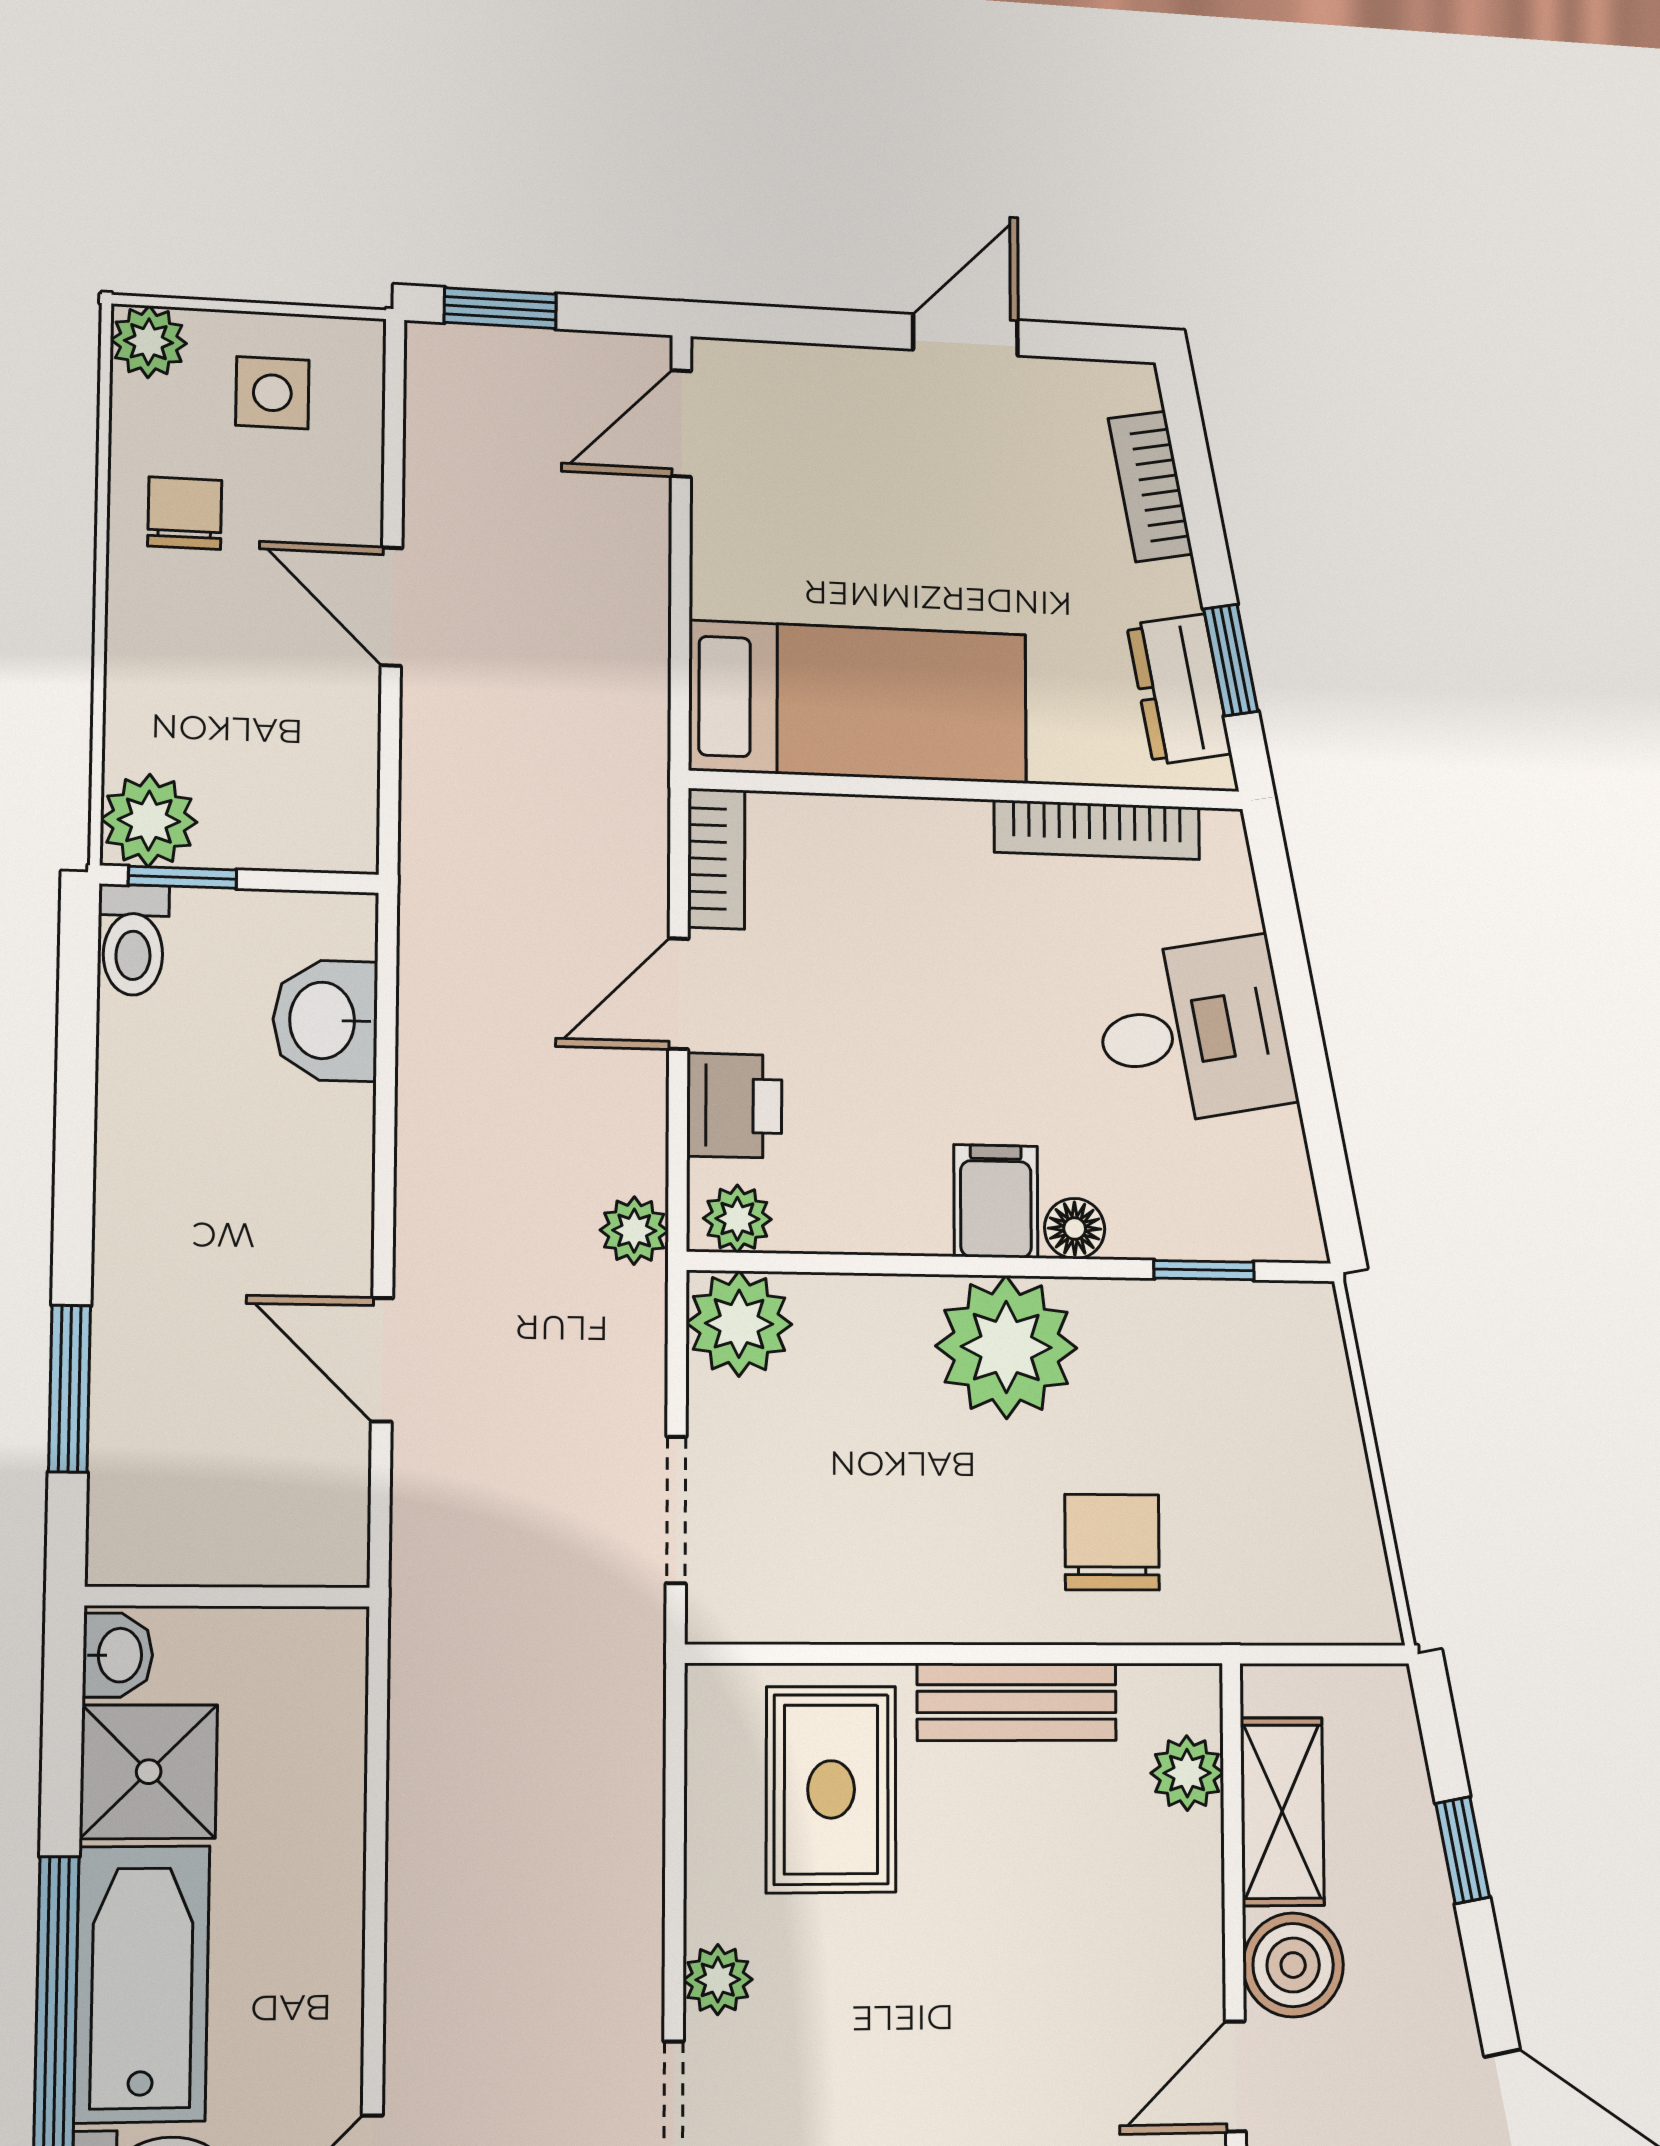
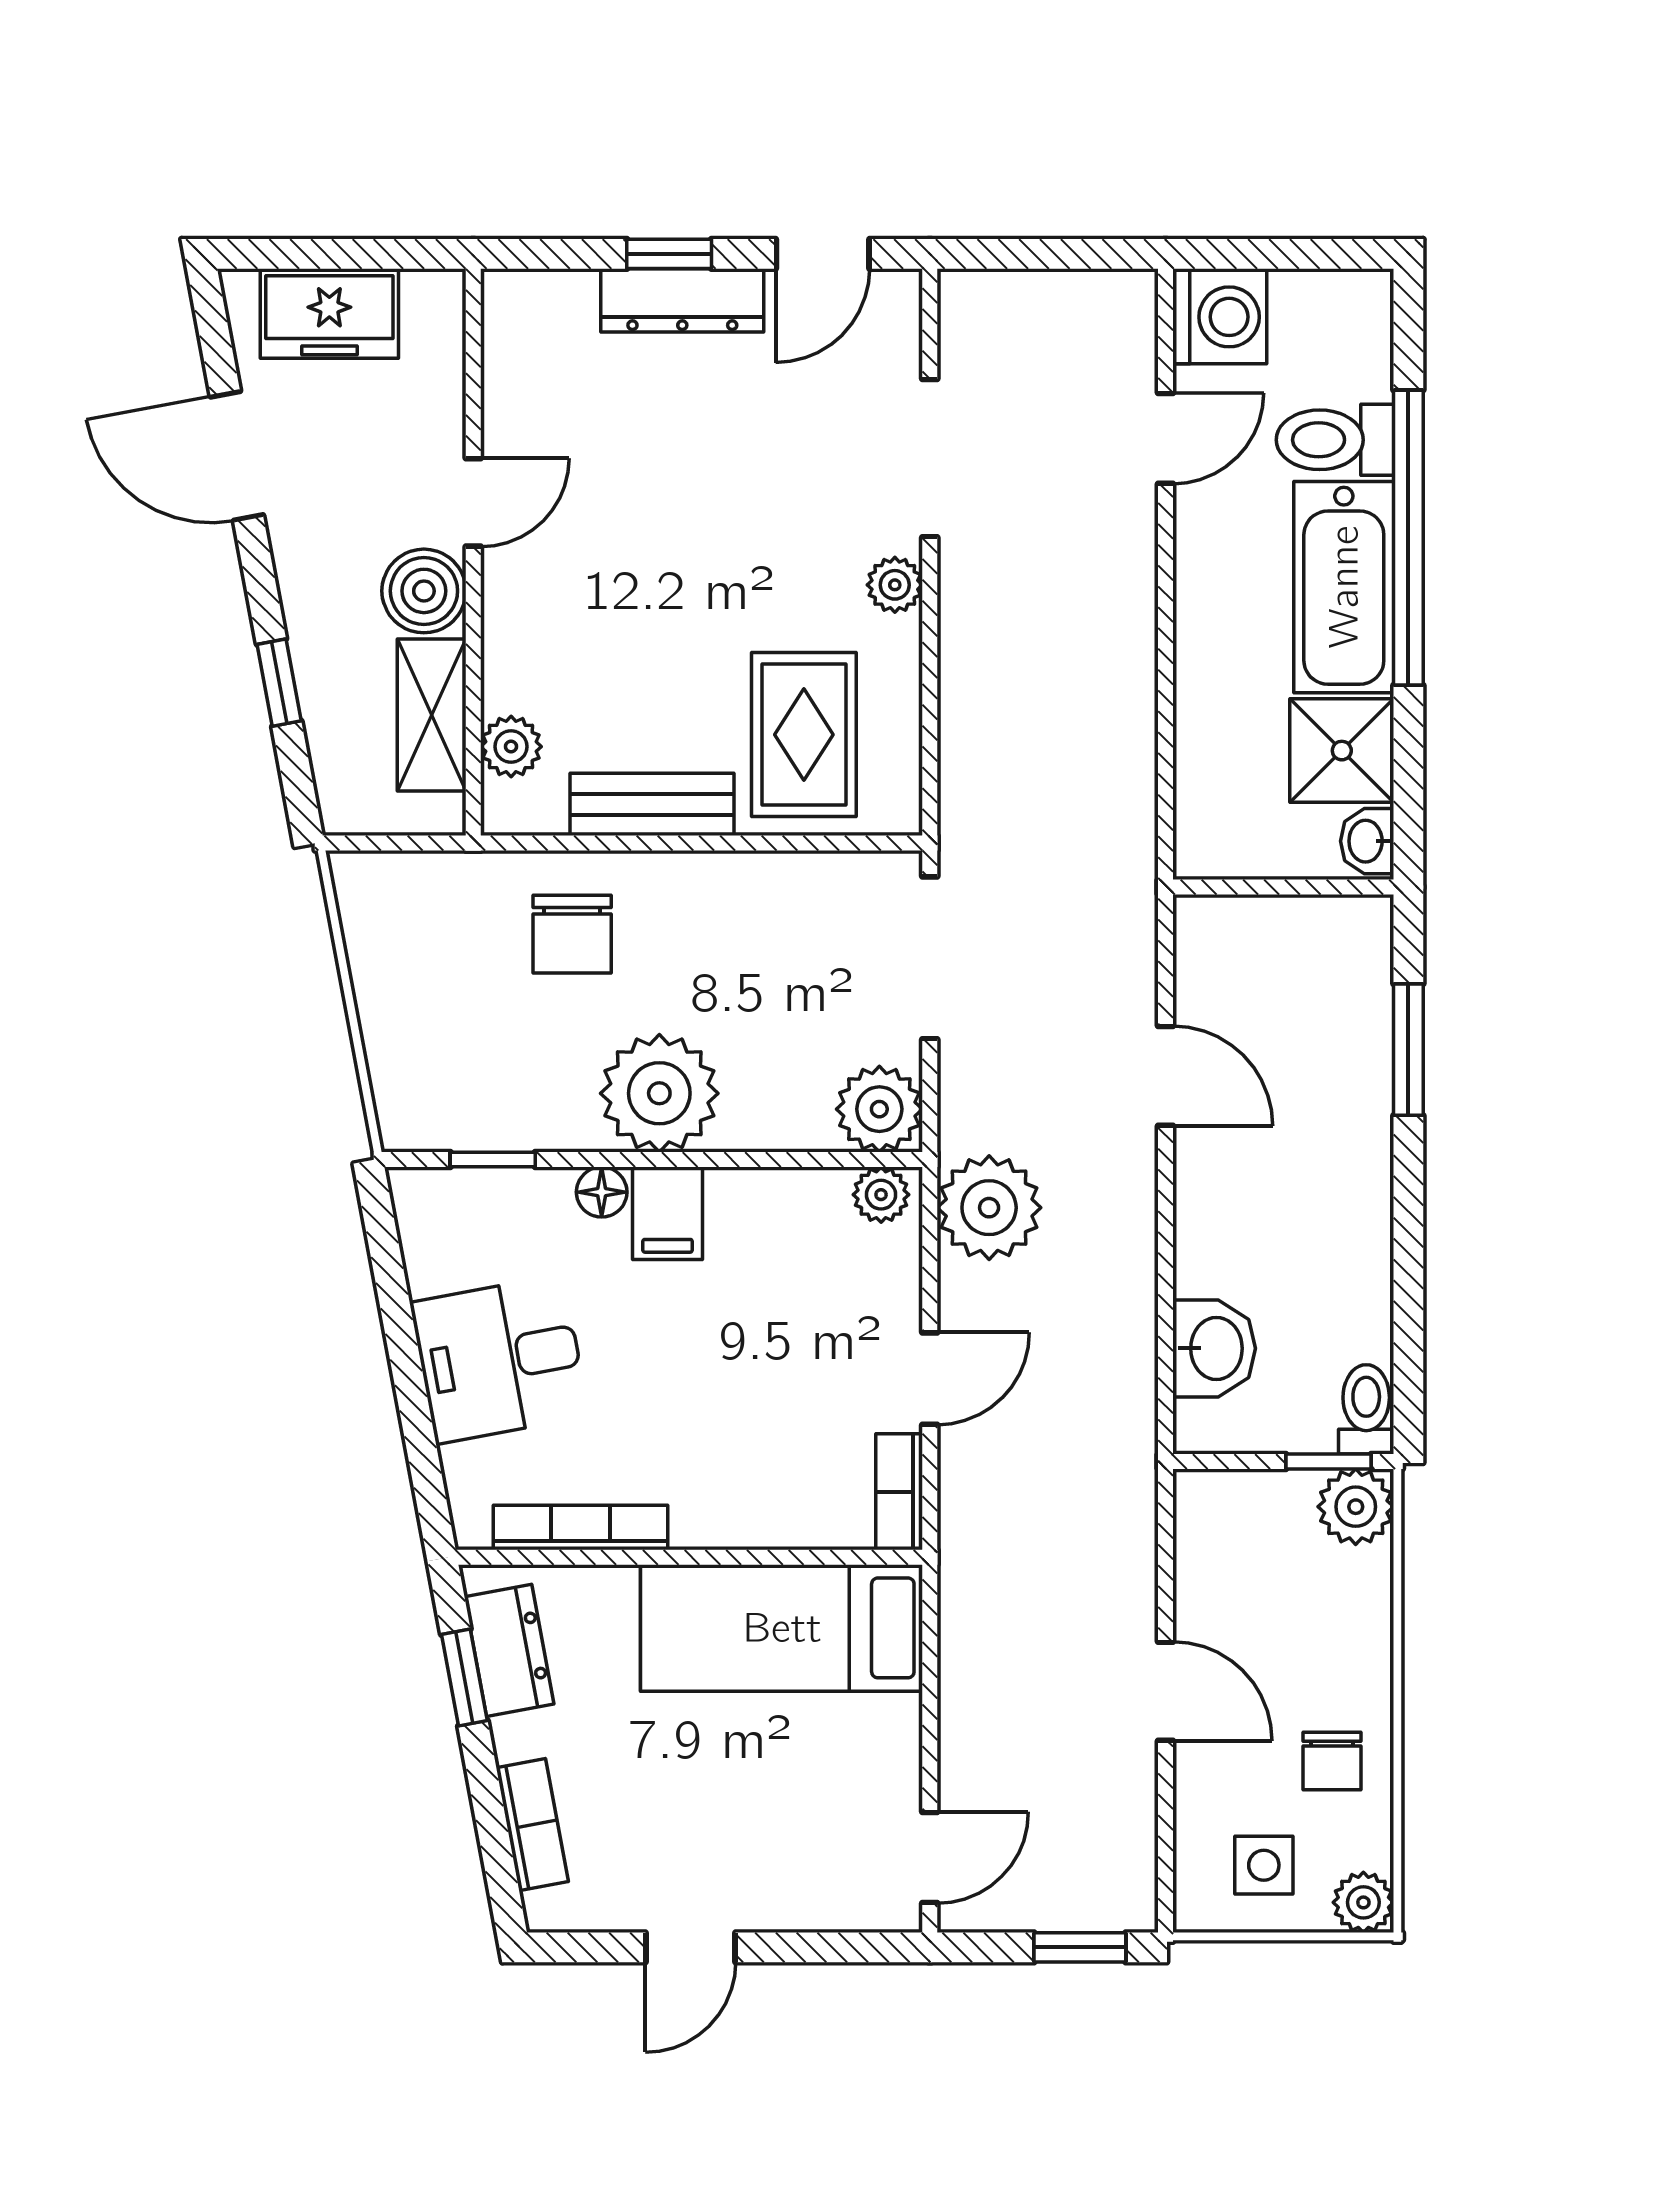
printer: (734, 1106) -> (884, 1288), removed
plant: (634, 1231) -> (989, 1208), width x1.87, depth x1.87
doorway: (676, 1510) -> (930, 958), width x1.38

